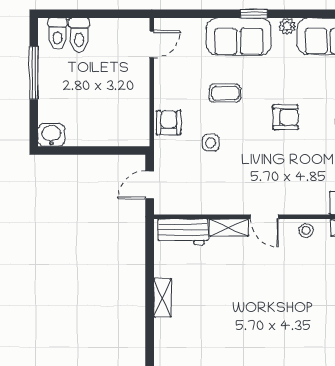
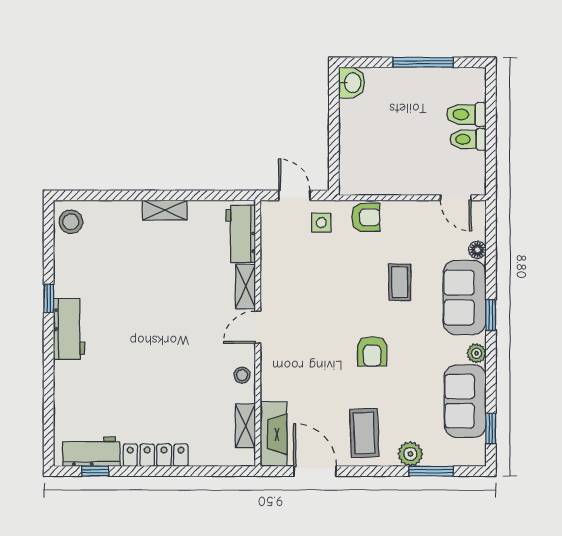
floor lamp: (197, 25) -> (477, 250), added
toilet: (57, 34) -> (468, 139), moved
side table: (211, 143) -> (321, 223), moved

